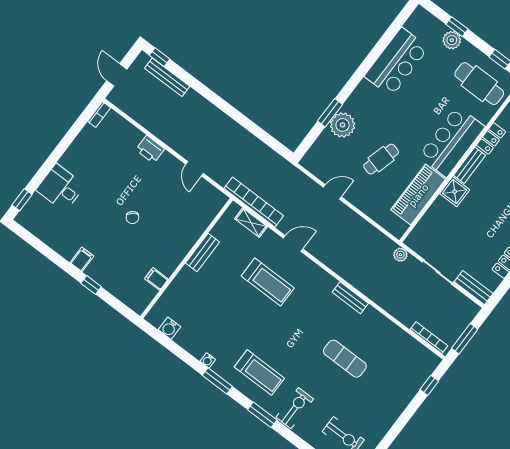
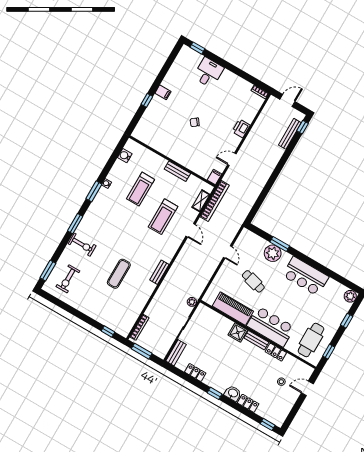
plant: (452, 40) -> (350, 296), moved
bar counter: (396, 62) -> (306, 276), moved
filing cabinet: (156, 279) -> (214, 177), moved
treadmill: (259, 373) -> (141, 189), moved

